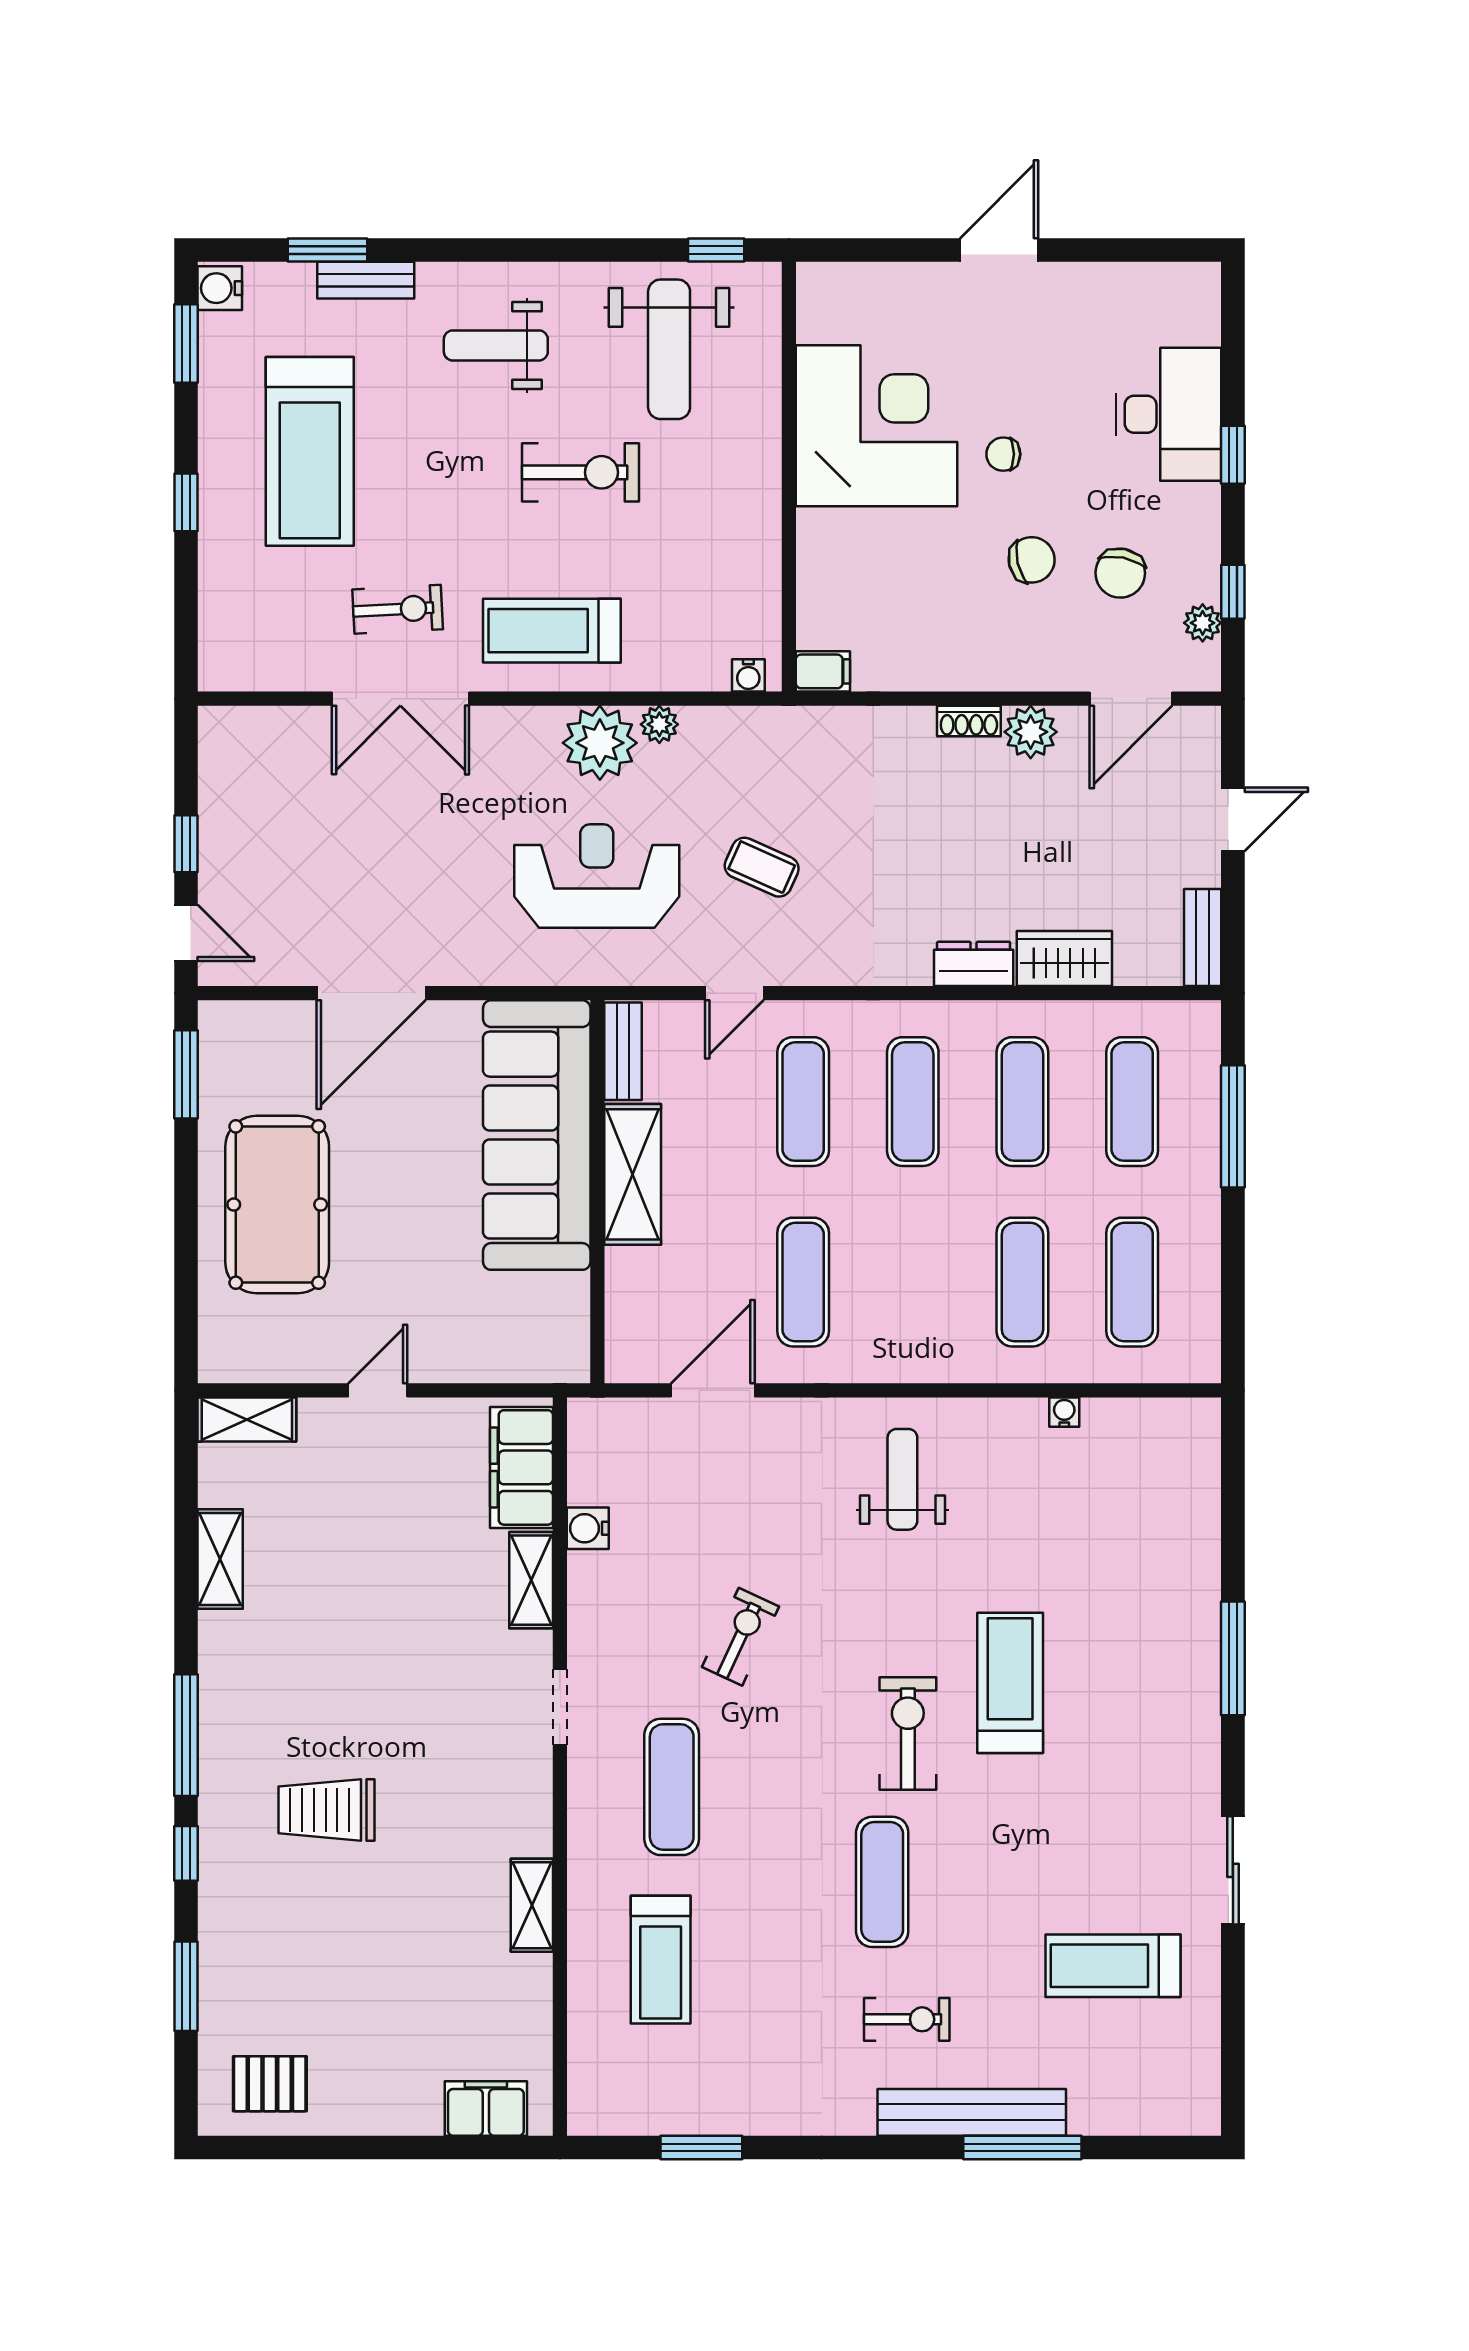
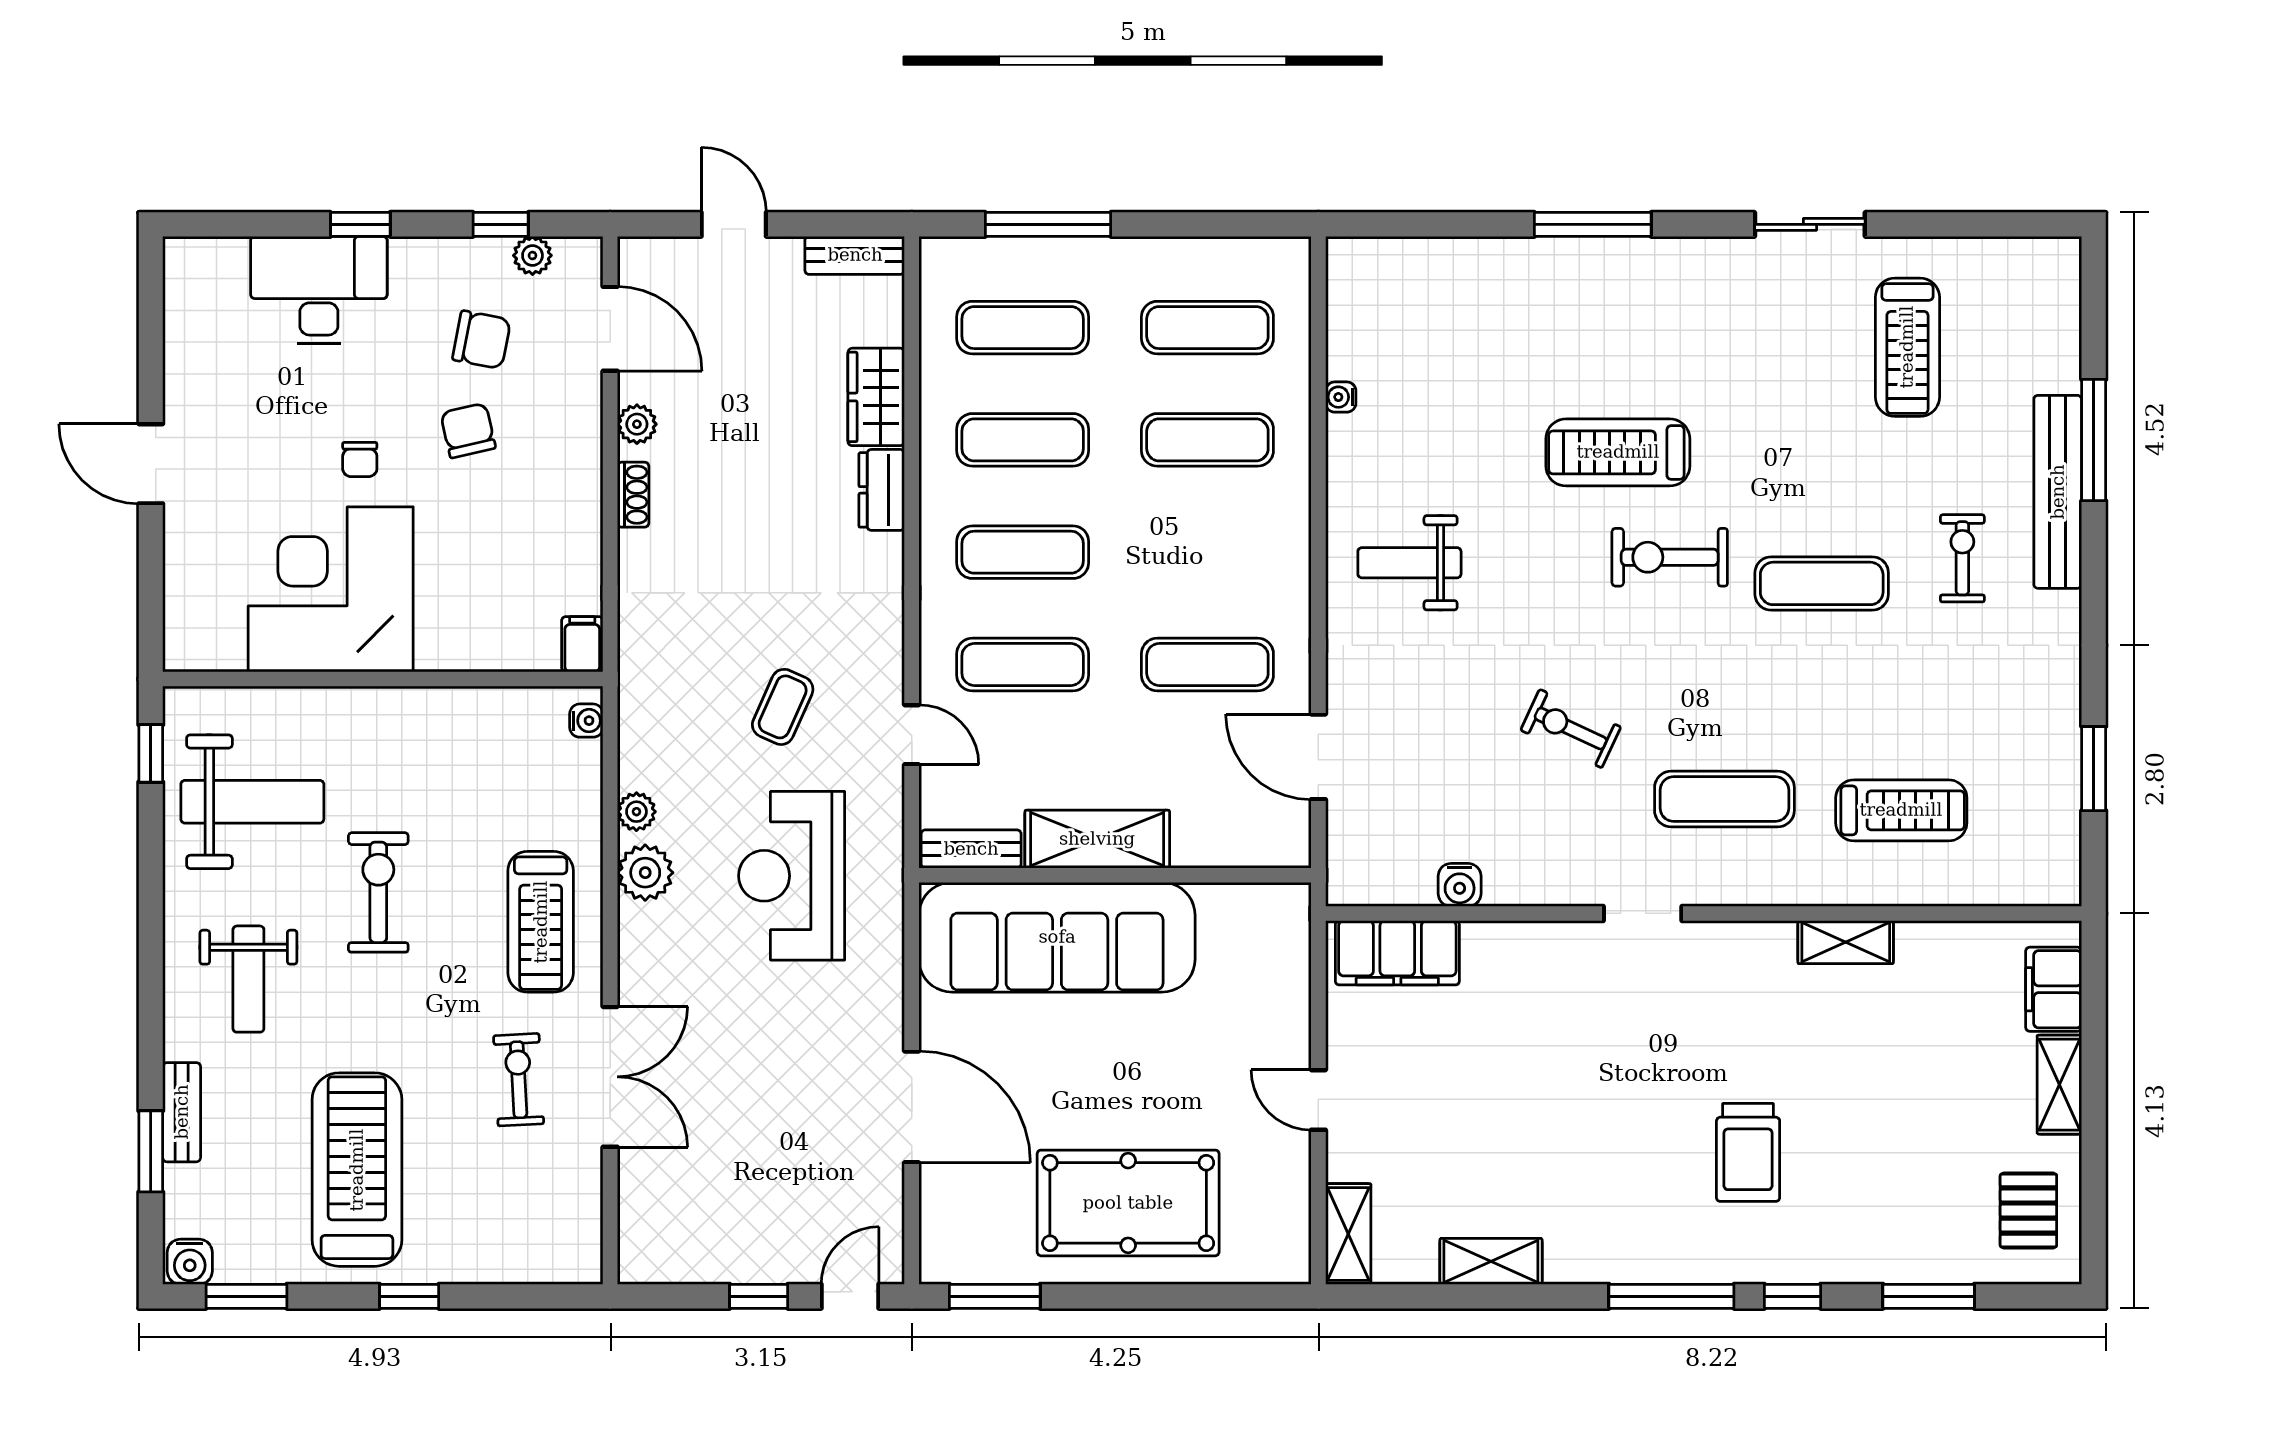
treadmill: (310, 451) -> (357, 1170), turned -90
plant: (1031, 732) -> (637, 424), width x0.73, depth x0.73
plant: (600, 743) -> (645, 873), width x0.73, depth x0.73
shelving: (531, 1580) -> (2059, 1085), moved, turned 90

